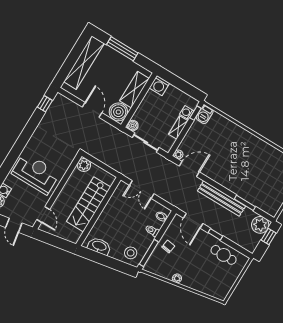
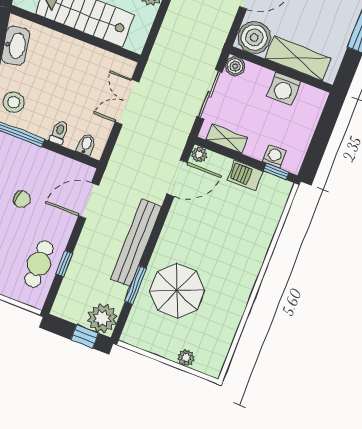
washing machine: (159, 86) -> (284, 89), moved, turned -90
barbecue: (205, 114) -> (245, 175), moved
shelving: (178, 127) -> (227, 139), moved
door: (189, 169) -> (177, 178), hinge flipped
parasol: (252, 180) -> (177, 291), added
window: (215, 234) -> (64, 264), moved
chair: (168, 246) -> (22, 199), moved

